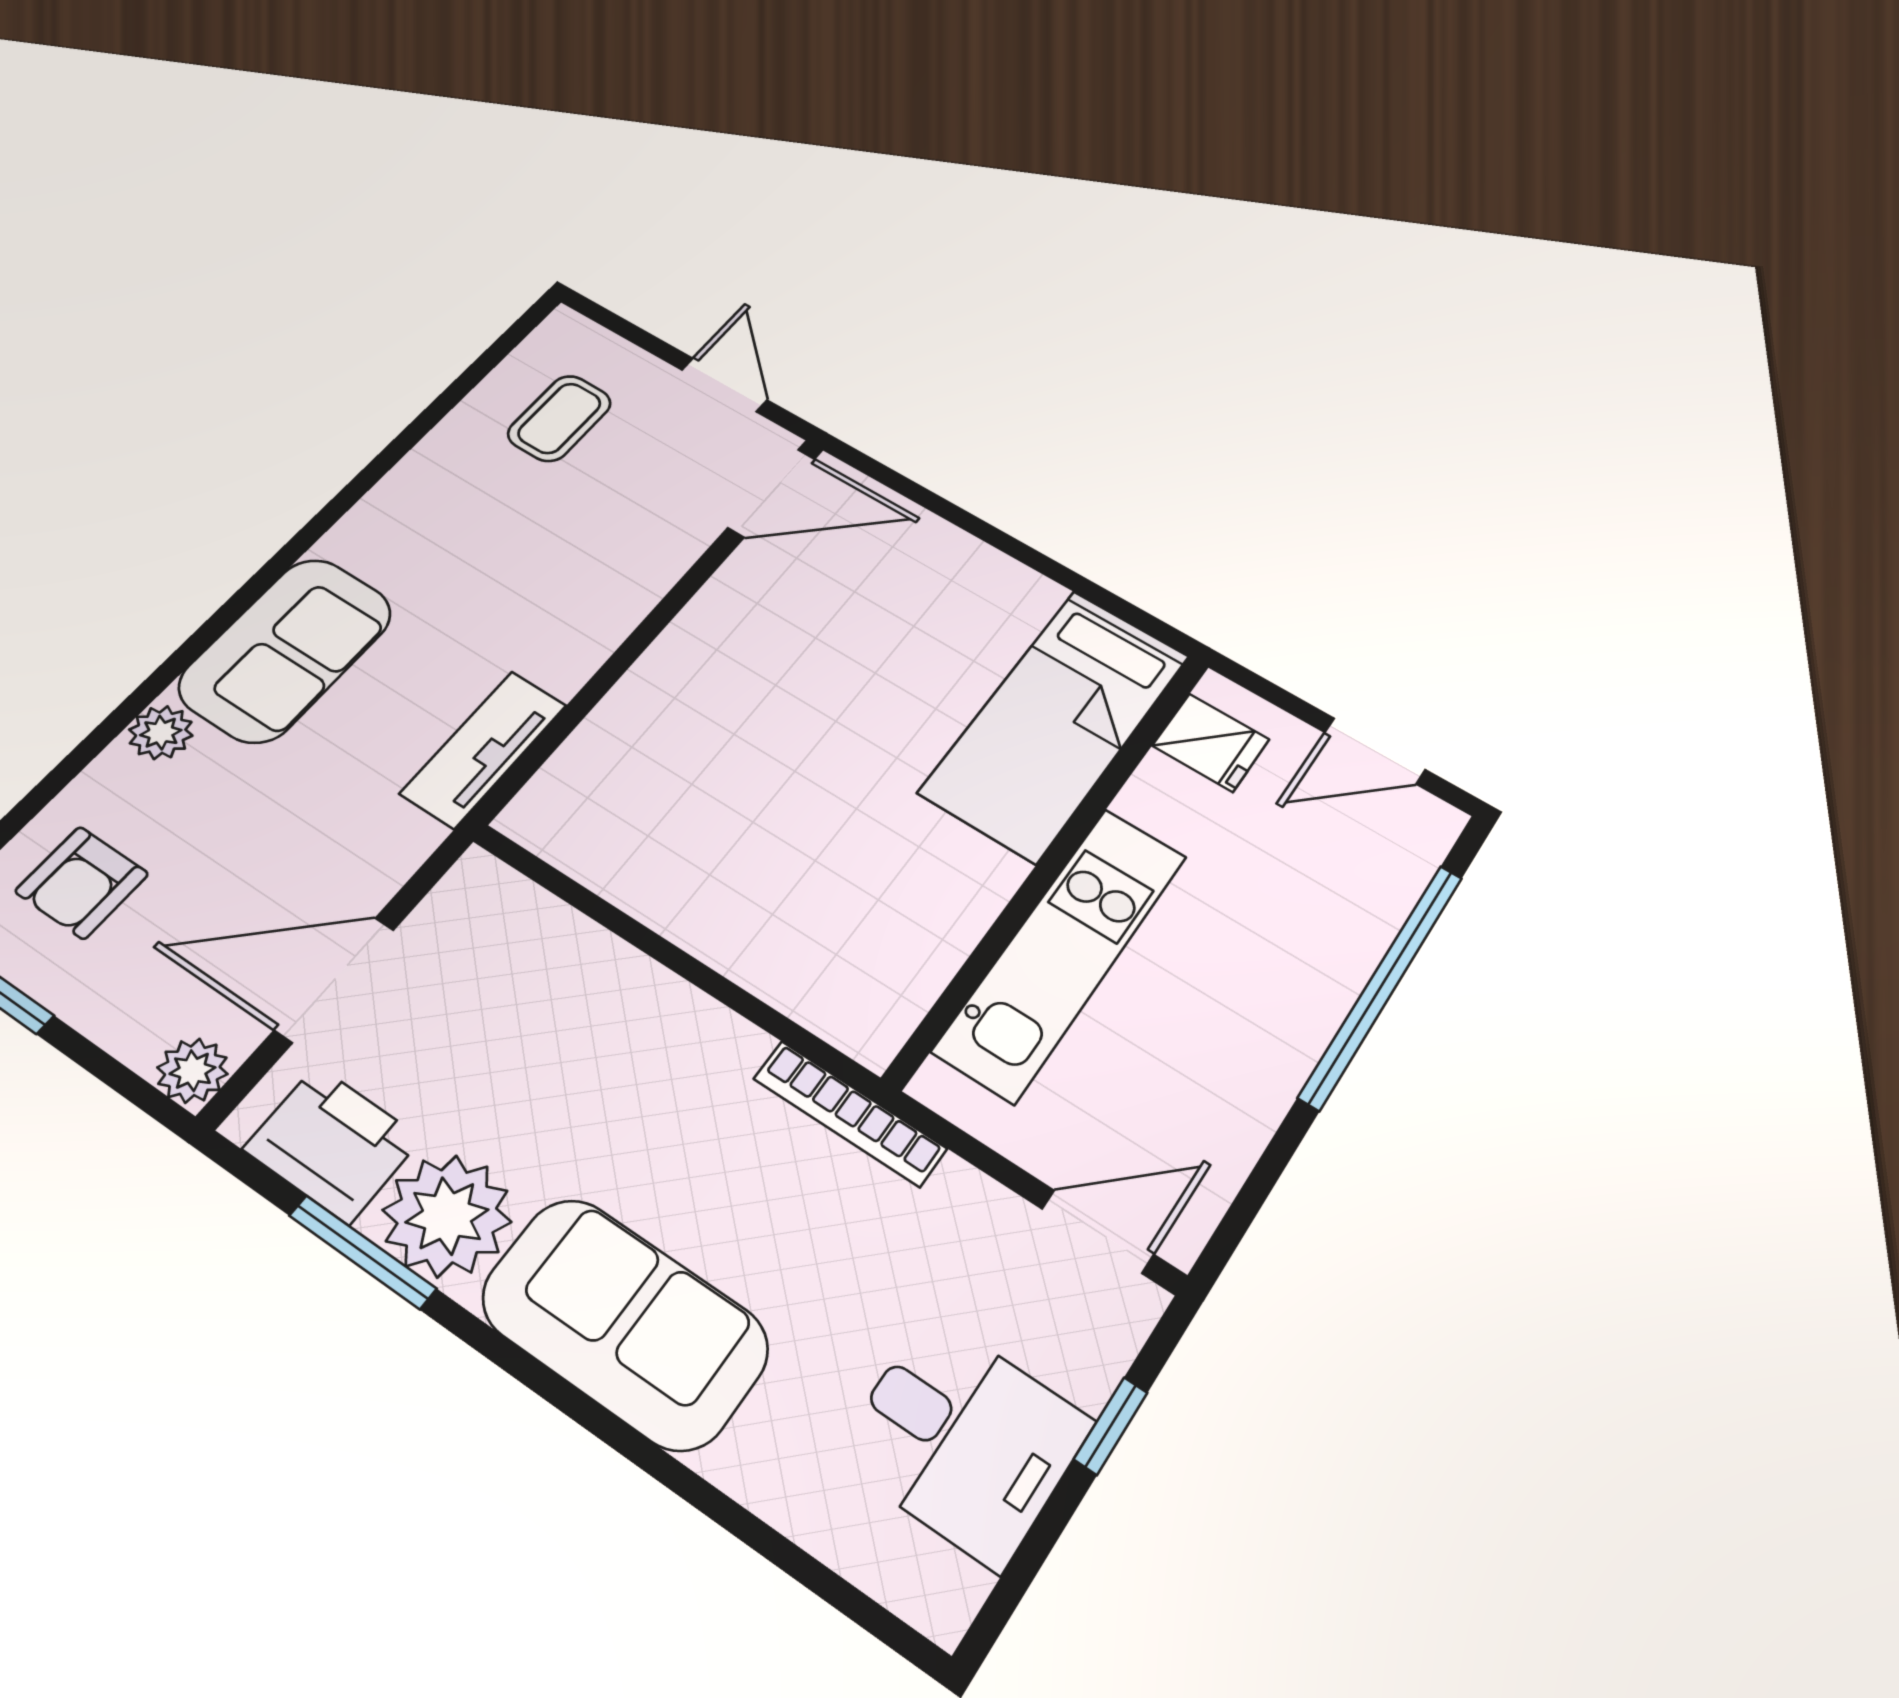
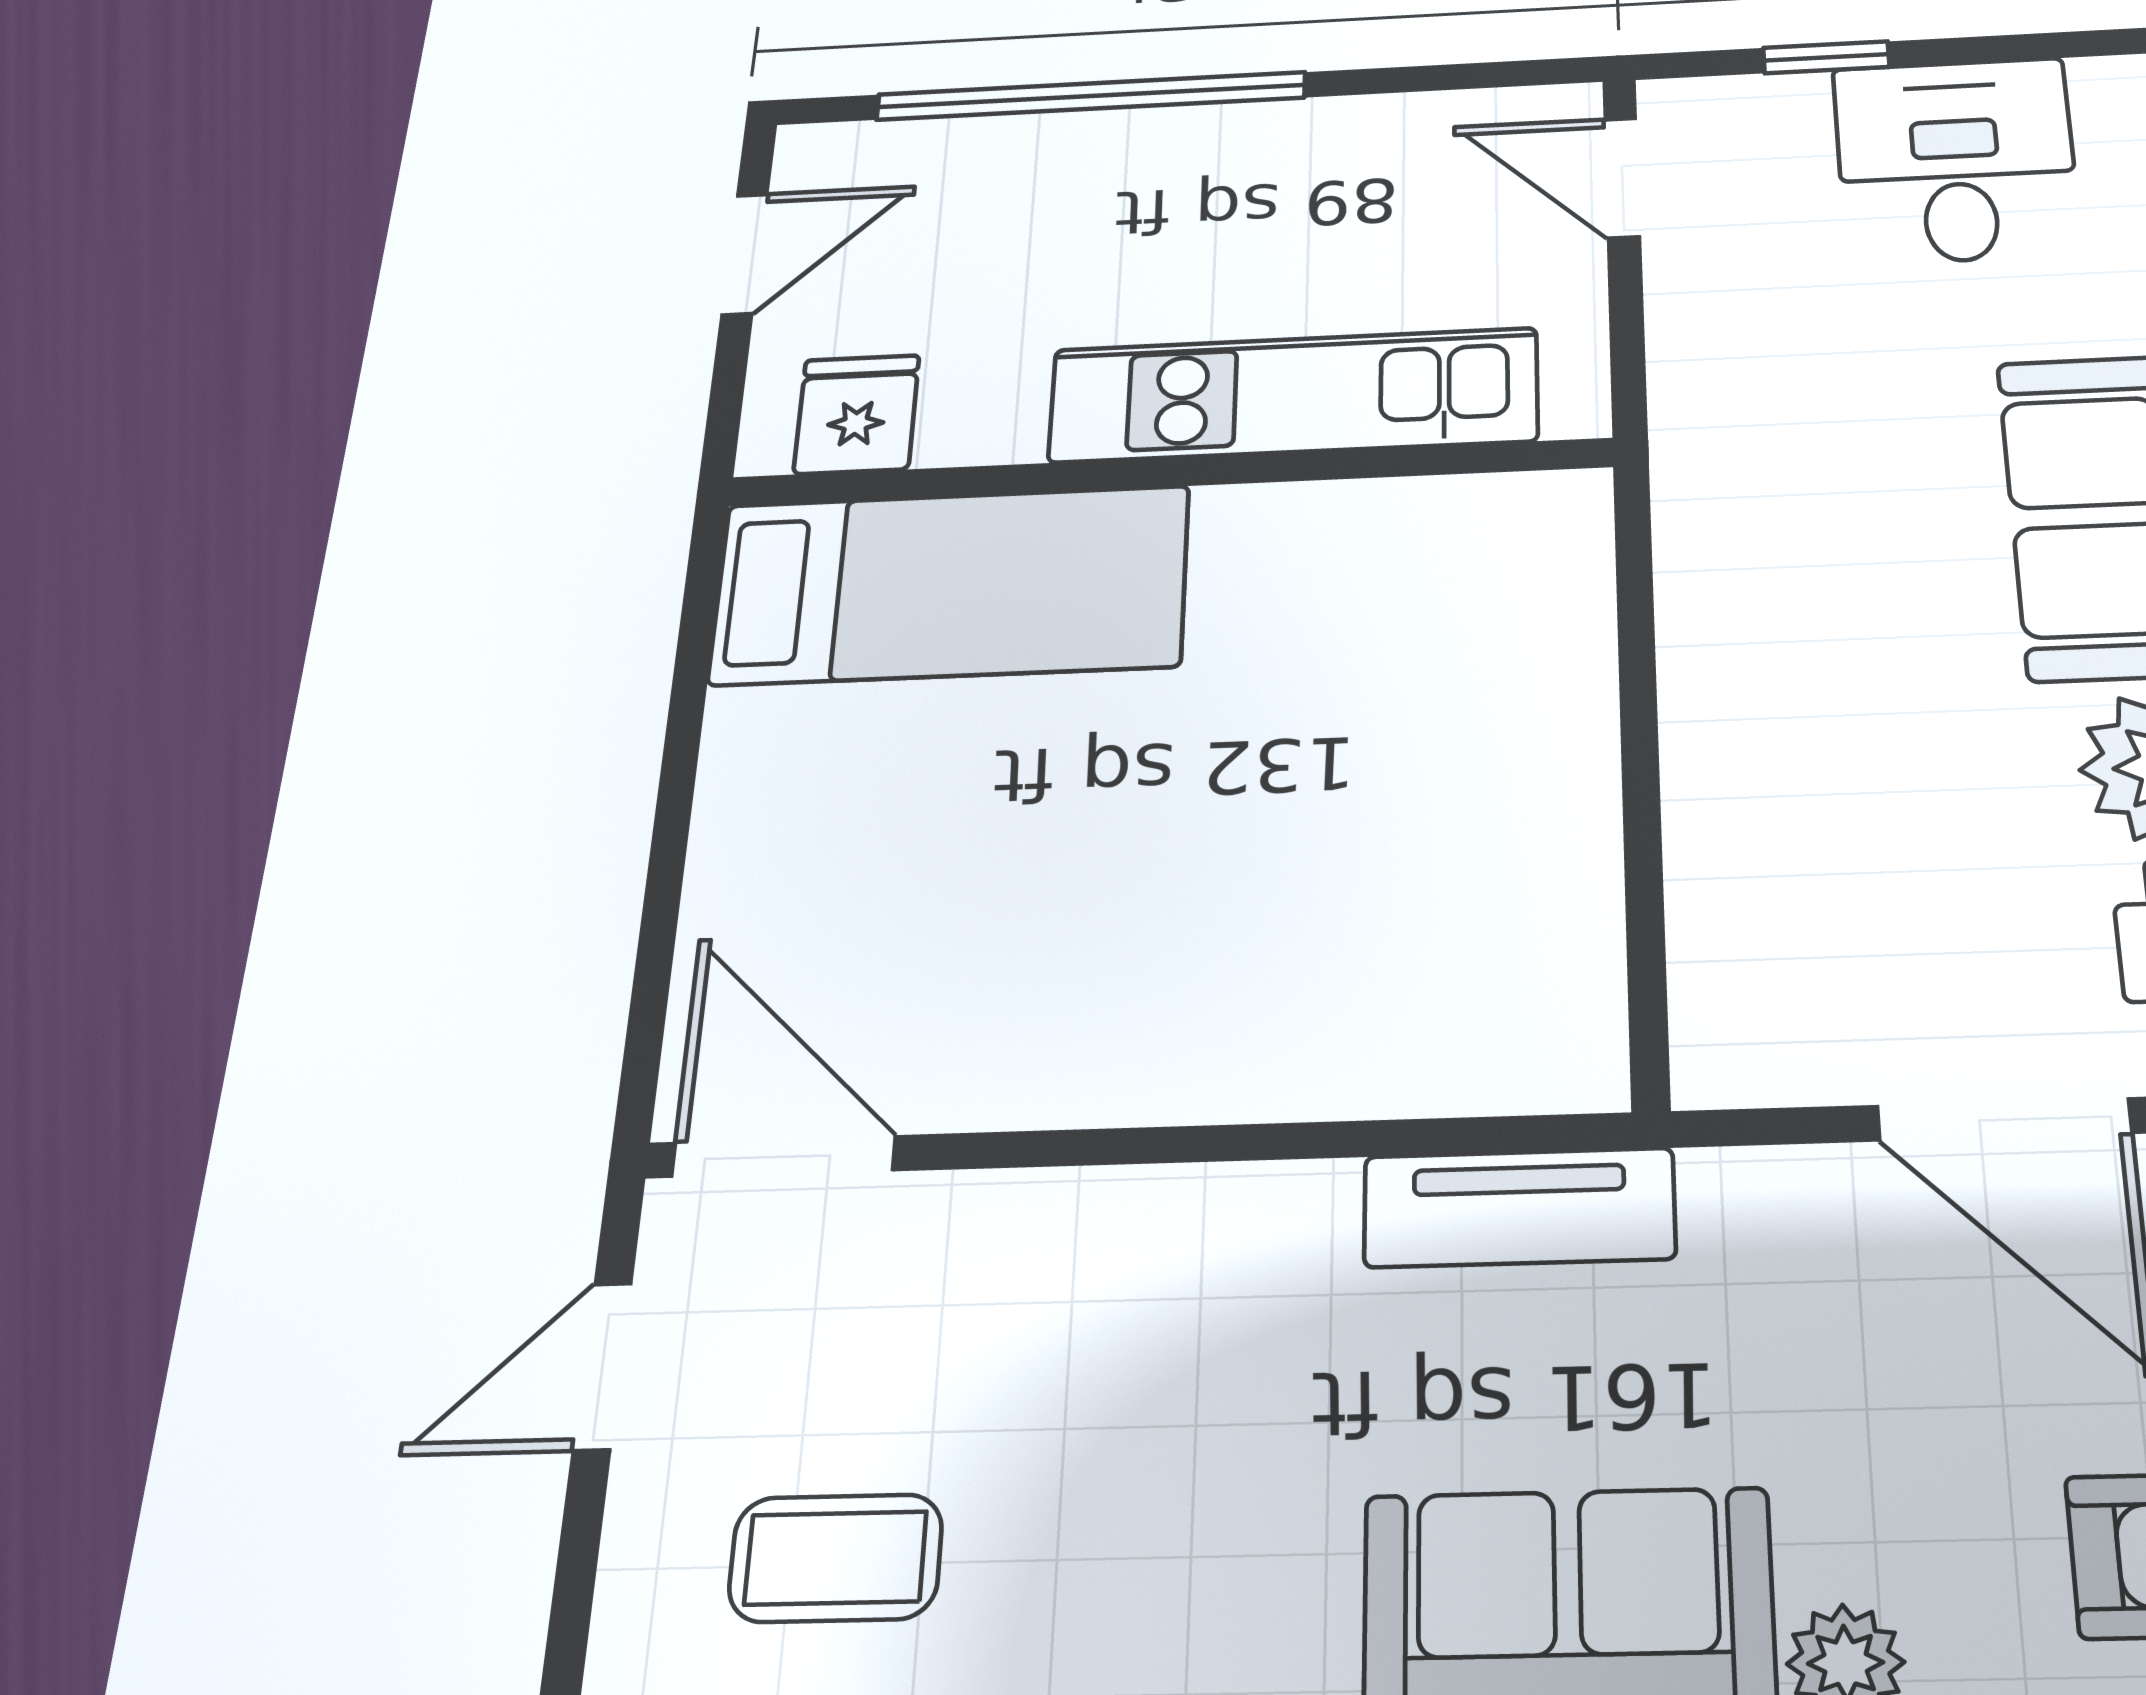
door: (1375, 751) -> (745, 254), hinge flipped
bookcase: (850, 1113) -> (1685, 468), removed

